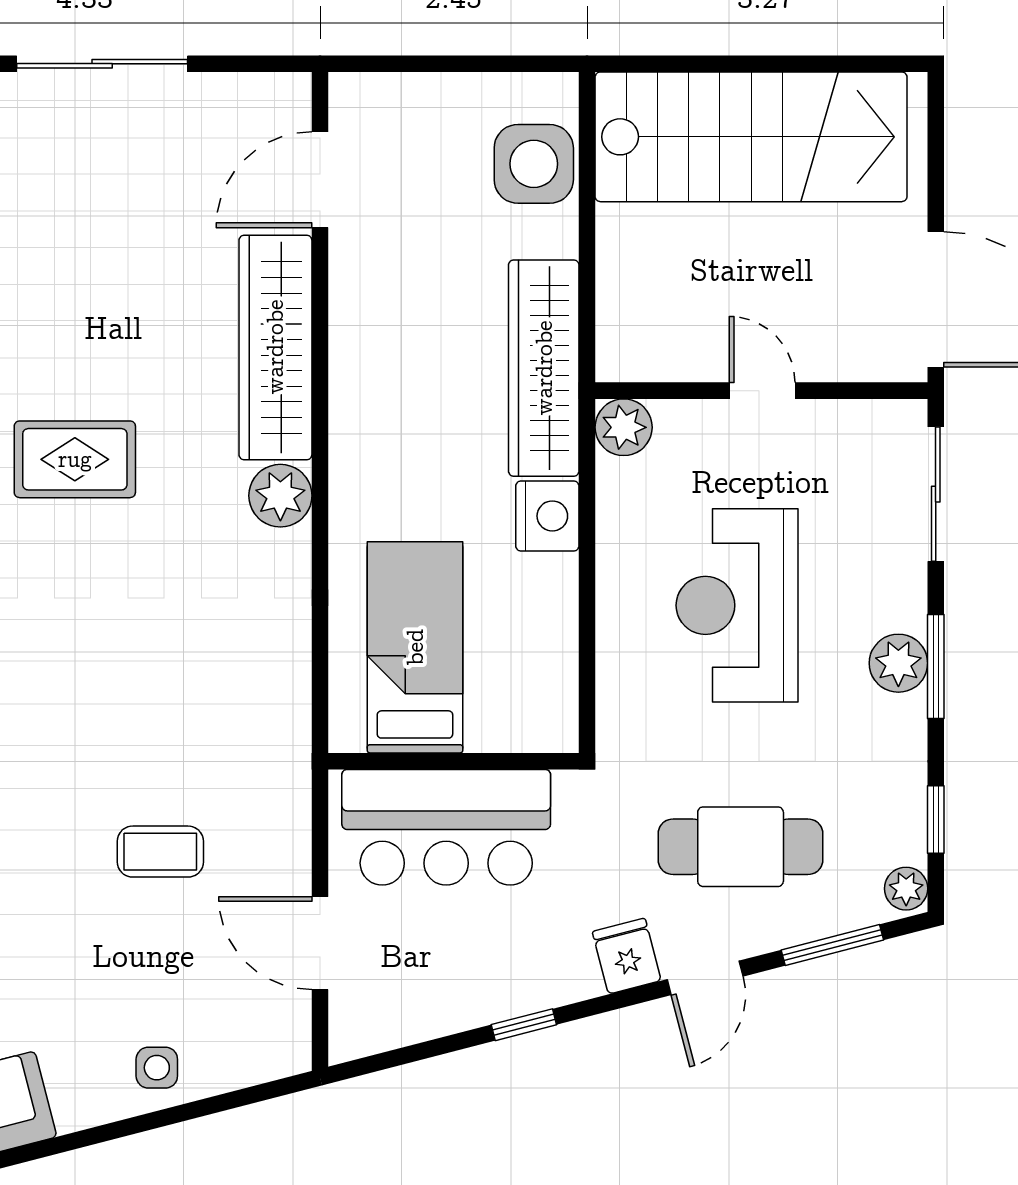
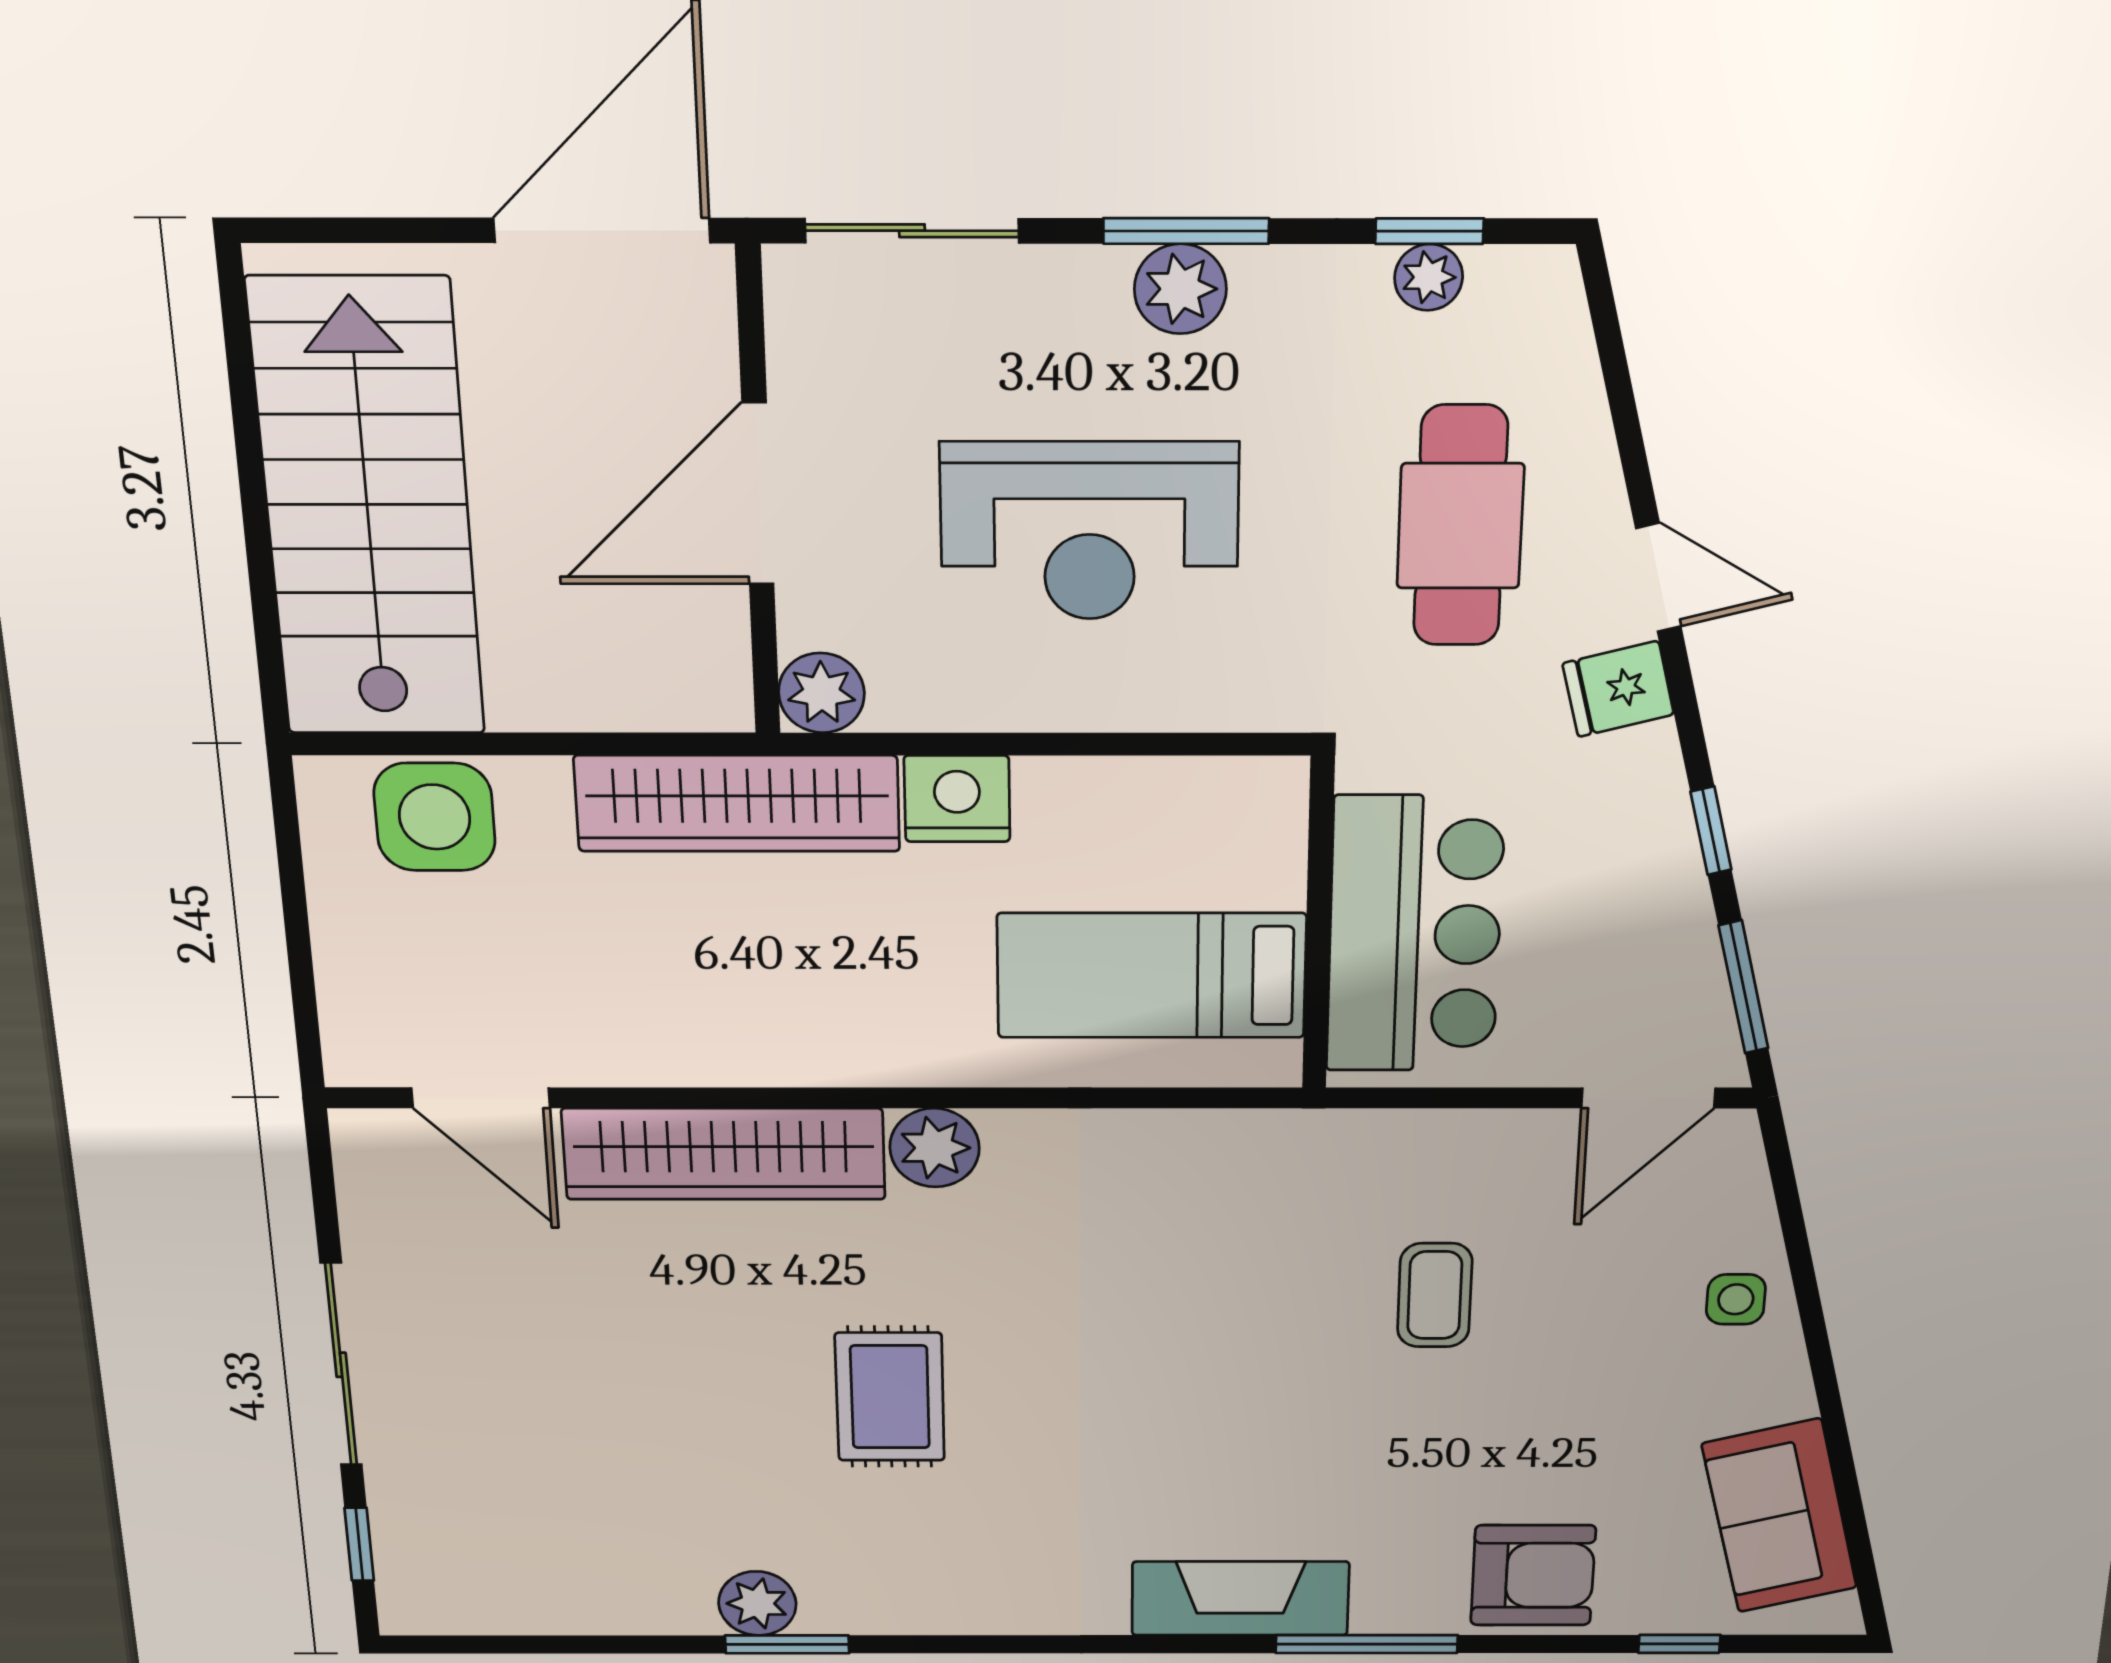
door: (762, 391) -> (758, 494), width x1.87
plant: (906, 889) -> (1429, 277), moved
door: (320, 943) -> (1648, 1098), moved
window: (832, 945) -> (1743, 987), moved

